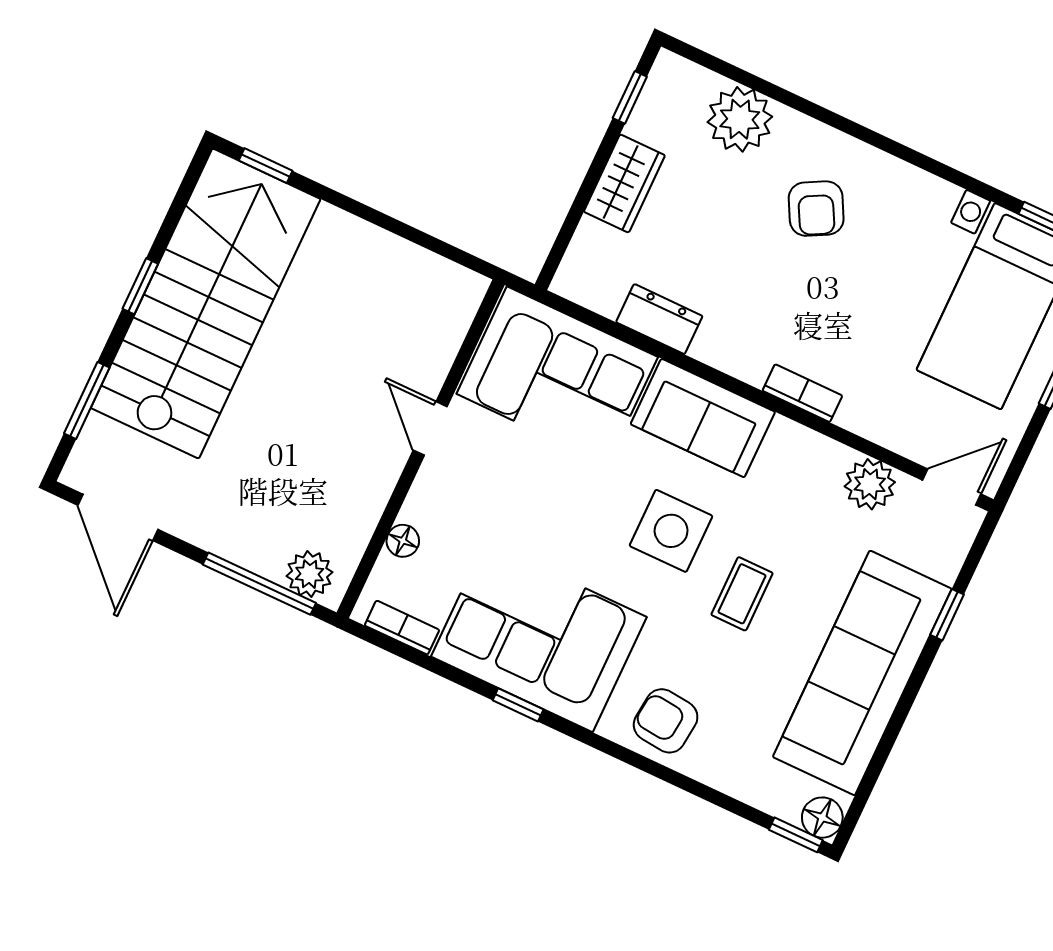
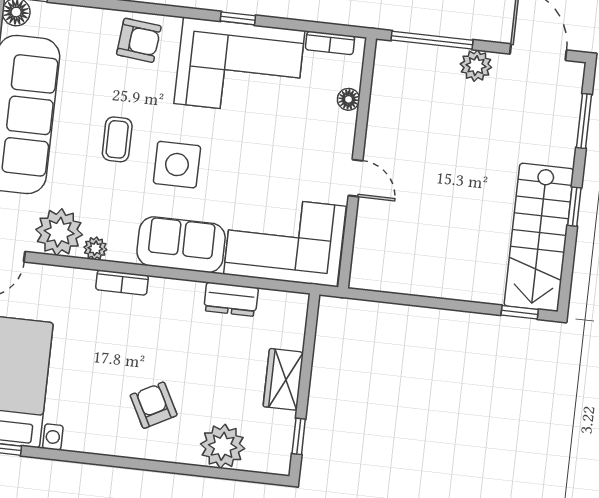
stairs: (206, 304) -> (539, 237), width x0.73, depth x0.66
plant: (823, 453) -> (95, 248), added
plant: (870, 484) -> (59, 232), width x1.36, depth x1.36
plant: (309, 574) -> (476, 66), moved

